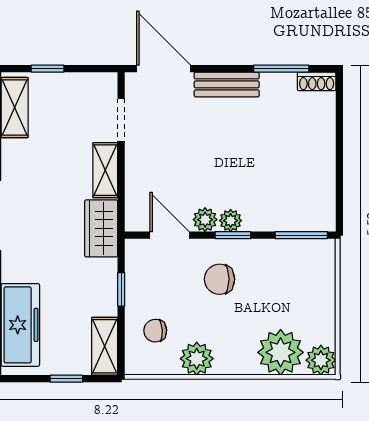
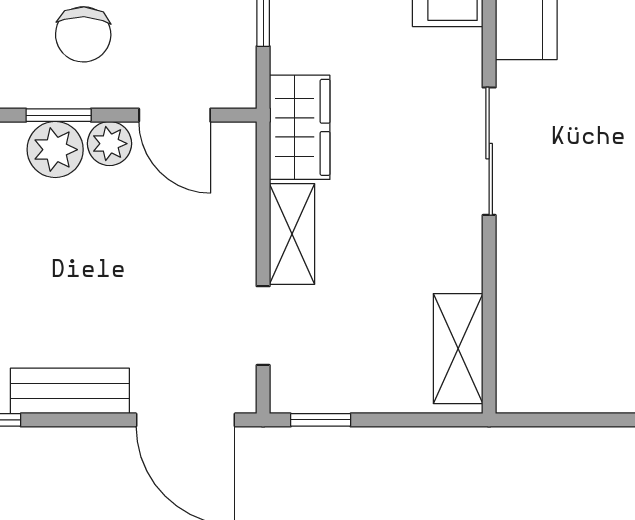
window: (48, 69) -> (321, 420), moved
plant: (231, 221) -> (55, 150), width x1.38, depth x1.38
chair: (219, 279) -> (83, 34), turned 92

